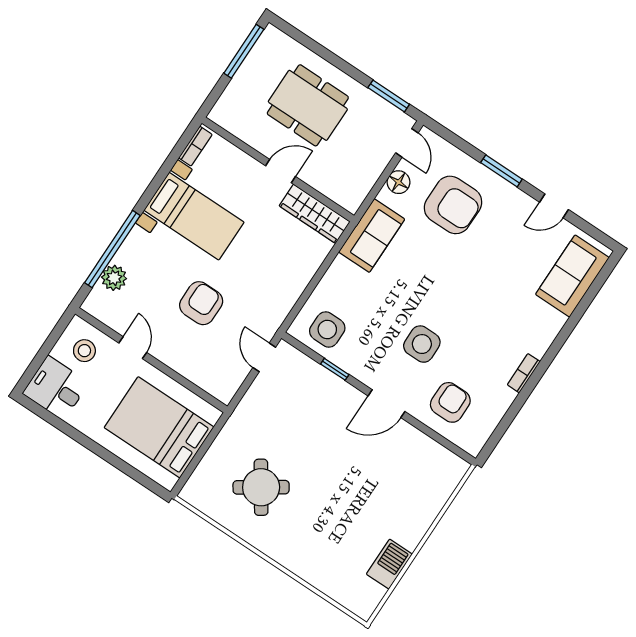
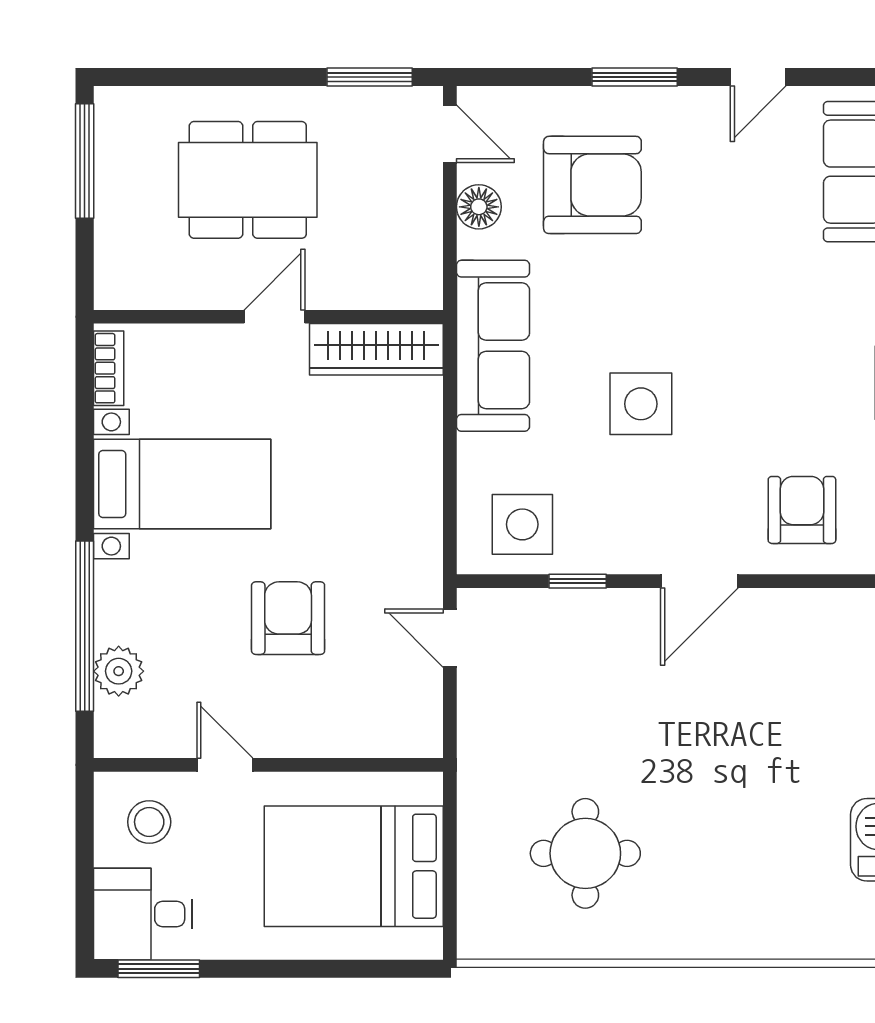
sofa: (372, 236) -> (493, 346), width x1.36
side table: (422, 344) -> (641, 404), moved
window: (47, 416) -> (159, 969), added
round table: (261, 487) -> (585, 853), turned 34

